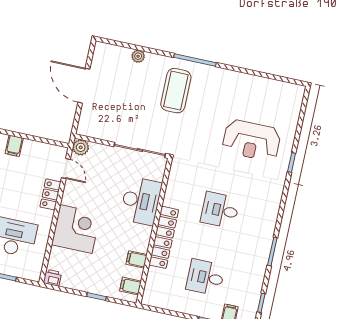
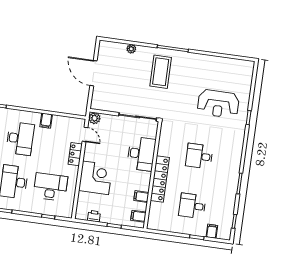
printer: (52, 278) -> (94, 216), moved

